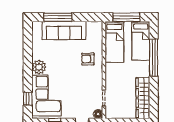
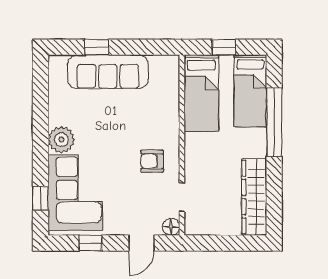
window: (58, 17) -> (97, 47), width x0.46
window: (126, 17) -> (224, 47), width x0.46
armchair: (88, 59) -> (152, 161), moved

